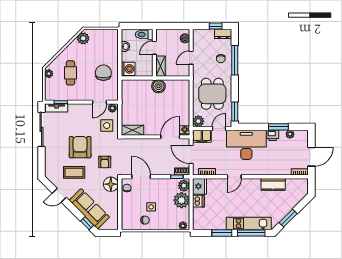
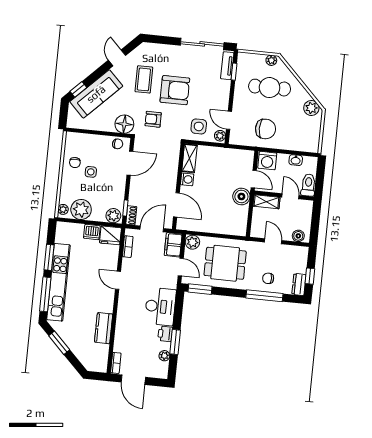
cafe table: (70, 73) -> (270, 88), width x1.37, depth x1.35
door: (144, 78) -> (254, 179), added
washing machine: (185, 130) -> (187, 179), moved
desk: (246, 145) -> (160, 307), width x0.73, depth x0.77
plant: (182, 200) -> (81, 210), moved
kitchen unit: (249, 223) -> (58, 282), width x1.36

